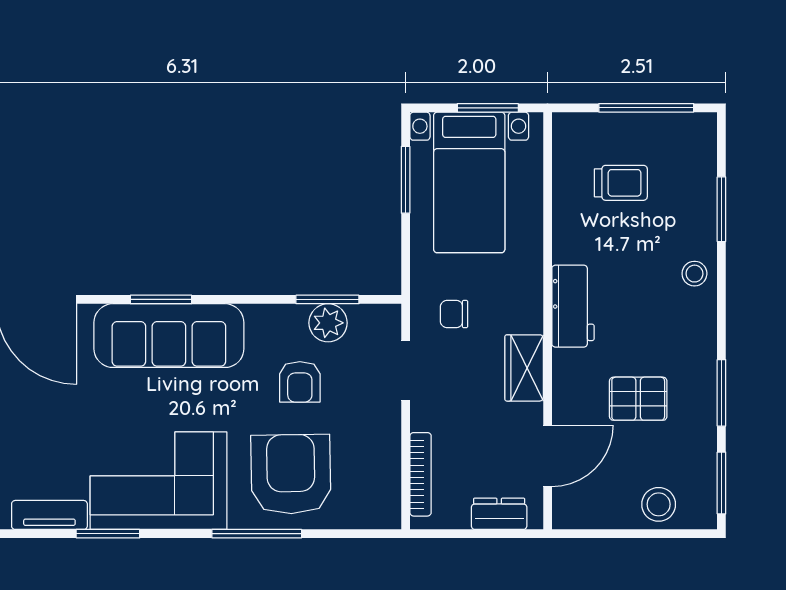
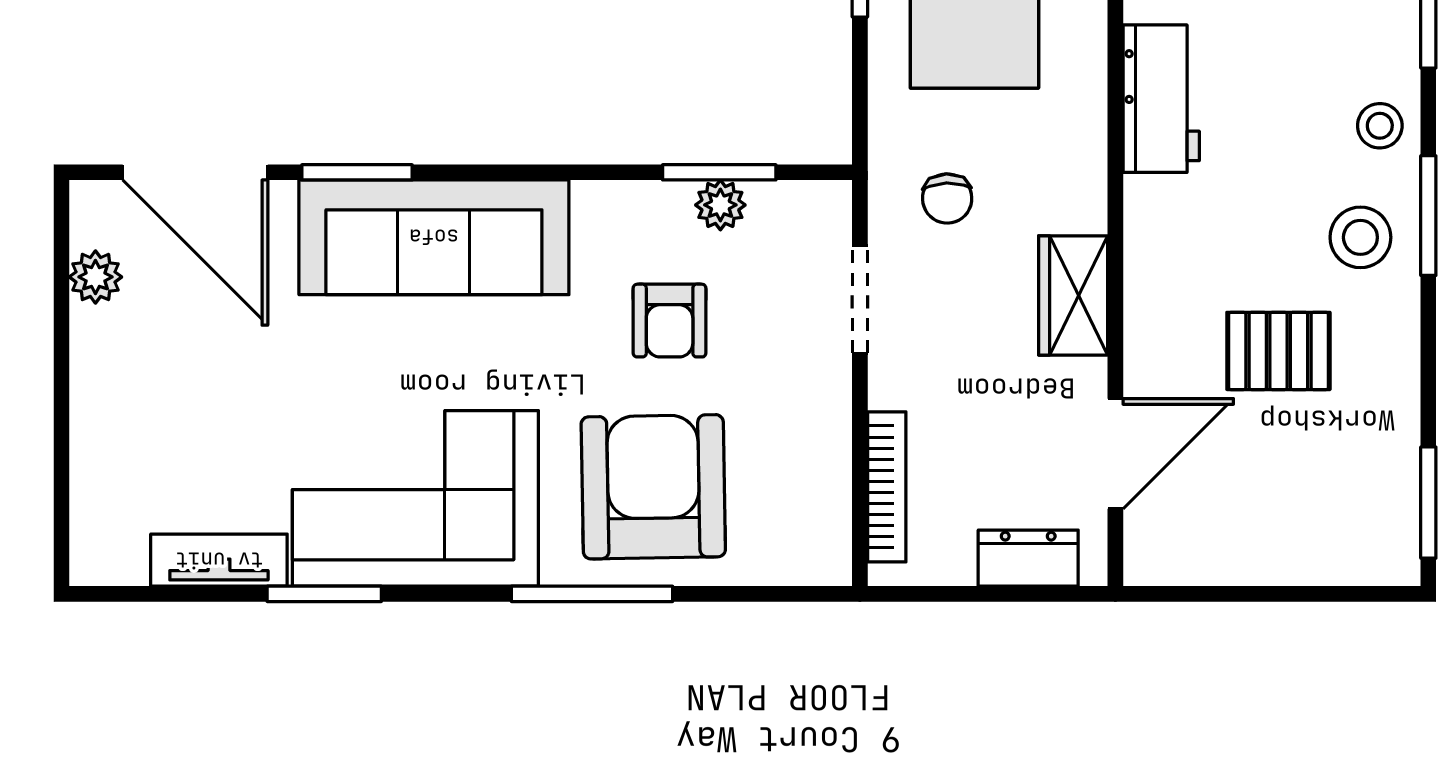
window: (161, 299) -> (357, 172), moved
workbench: (573, 306) -> (1161, 99), moved
chair: (454, 314) -> (947, 198), turned -92
plant: (328, 323) -> (720, 205), width x0.73, depth x0.73
window: (721, 393) -> (1428, 216), moved
stool: (659, 504) -> (1360, 237), moved

